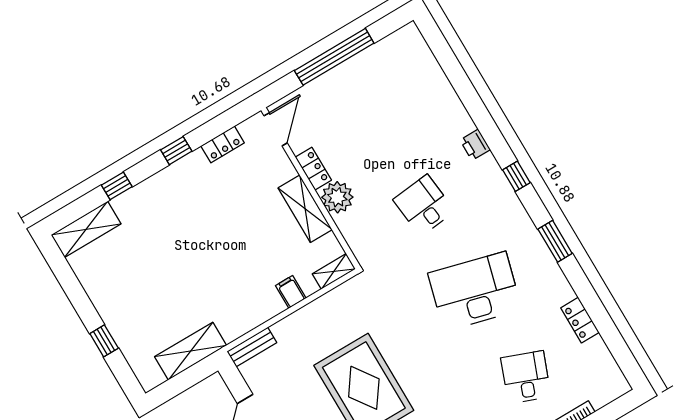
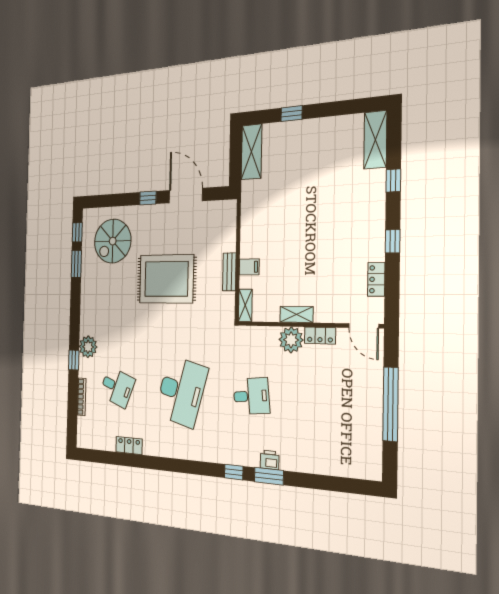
shelving: (305, 209) -> (296, 314), width x0.67, depth x0.75
window: (555, 241) -> (269, 476), moved
bench: (252, 347) -> (229, 272), moved
shelving: (191, 351) -> (252, 152), moved

